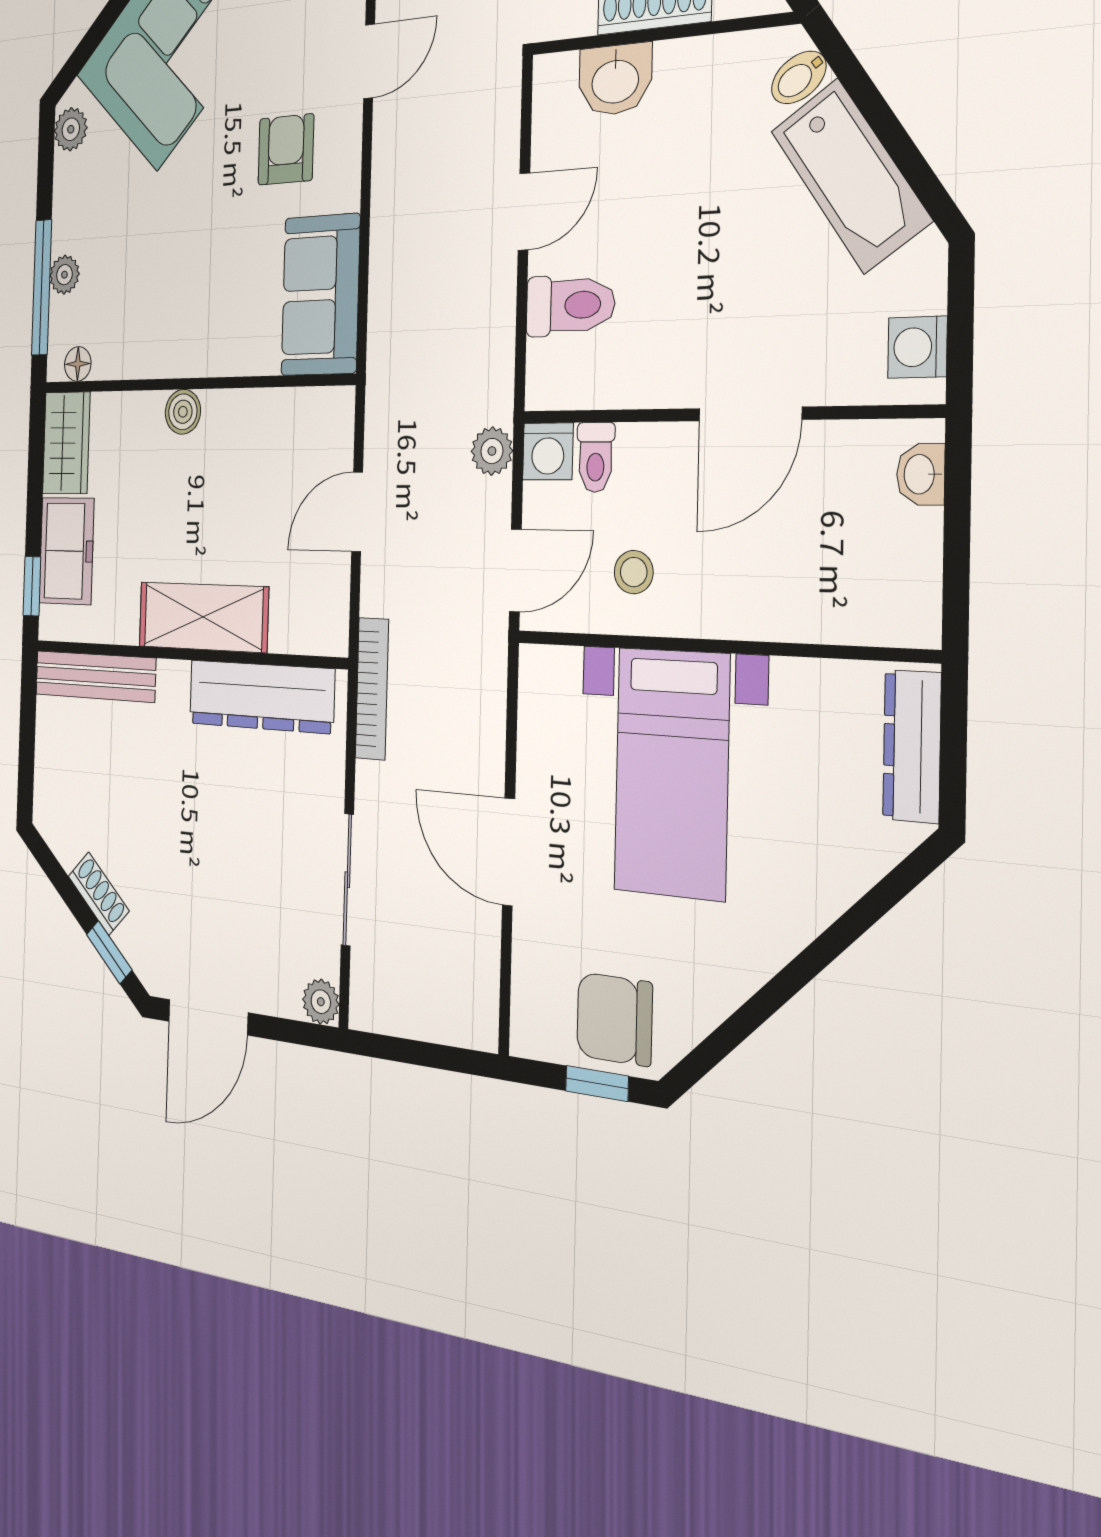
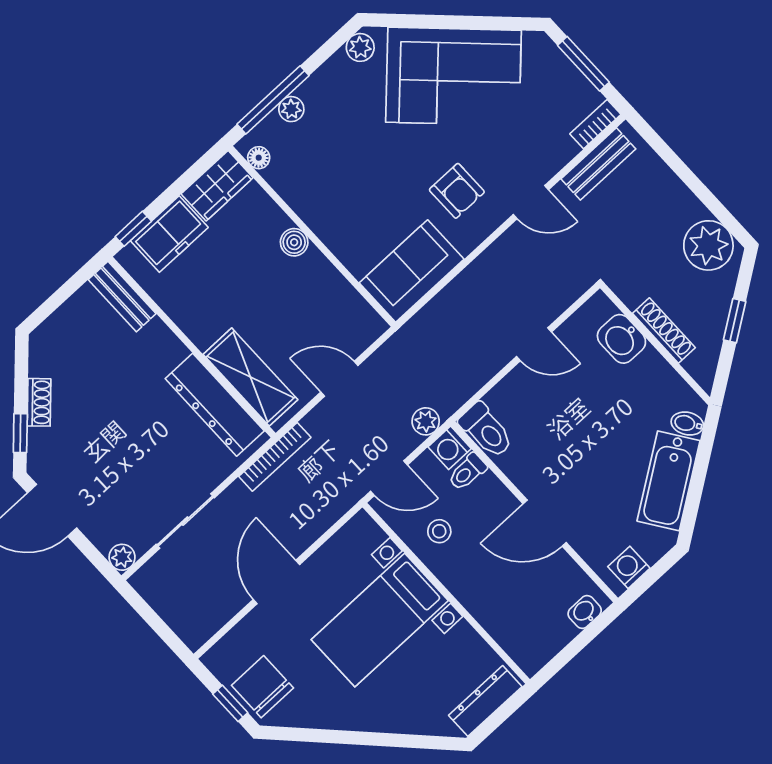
armchair: (286, 149) -> (457, 191), turned 90
toilet: (570, 305) -> (486, 430), moved
shelving: (203, 617) -> (250, 377), moved
bench: (95, 676) -> (122, 297), width x0.73

